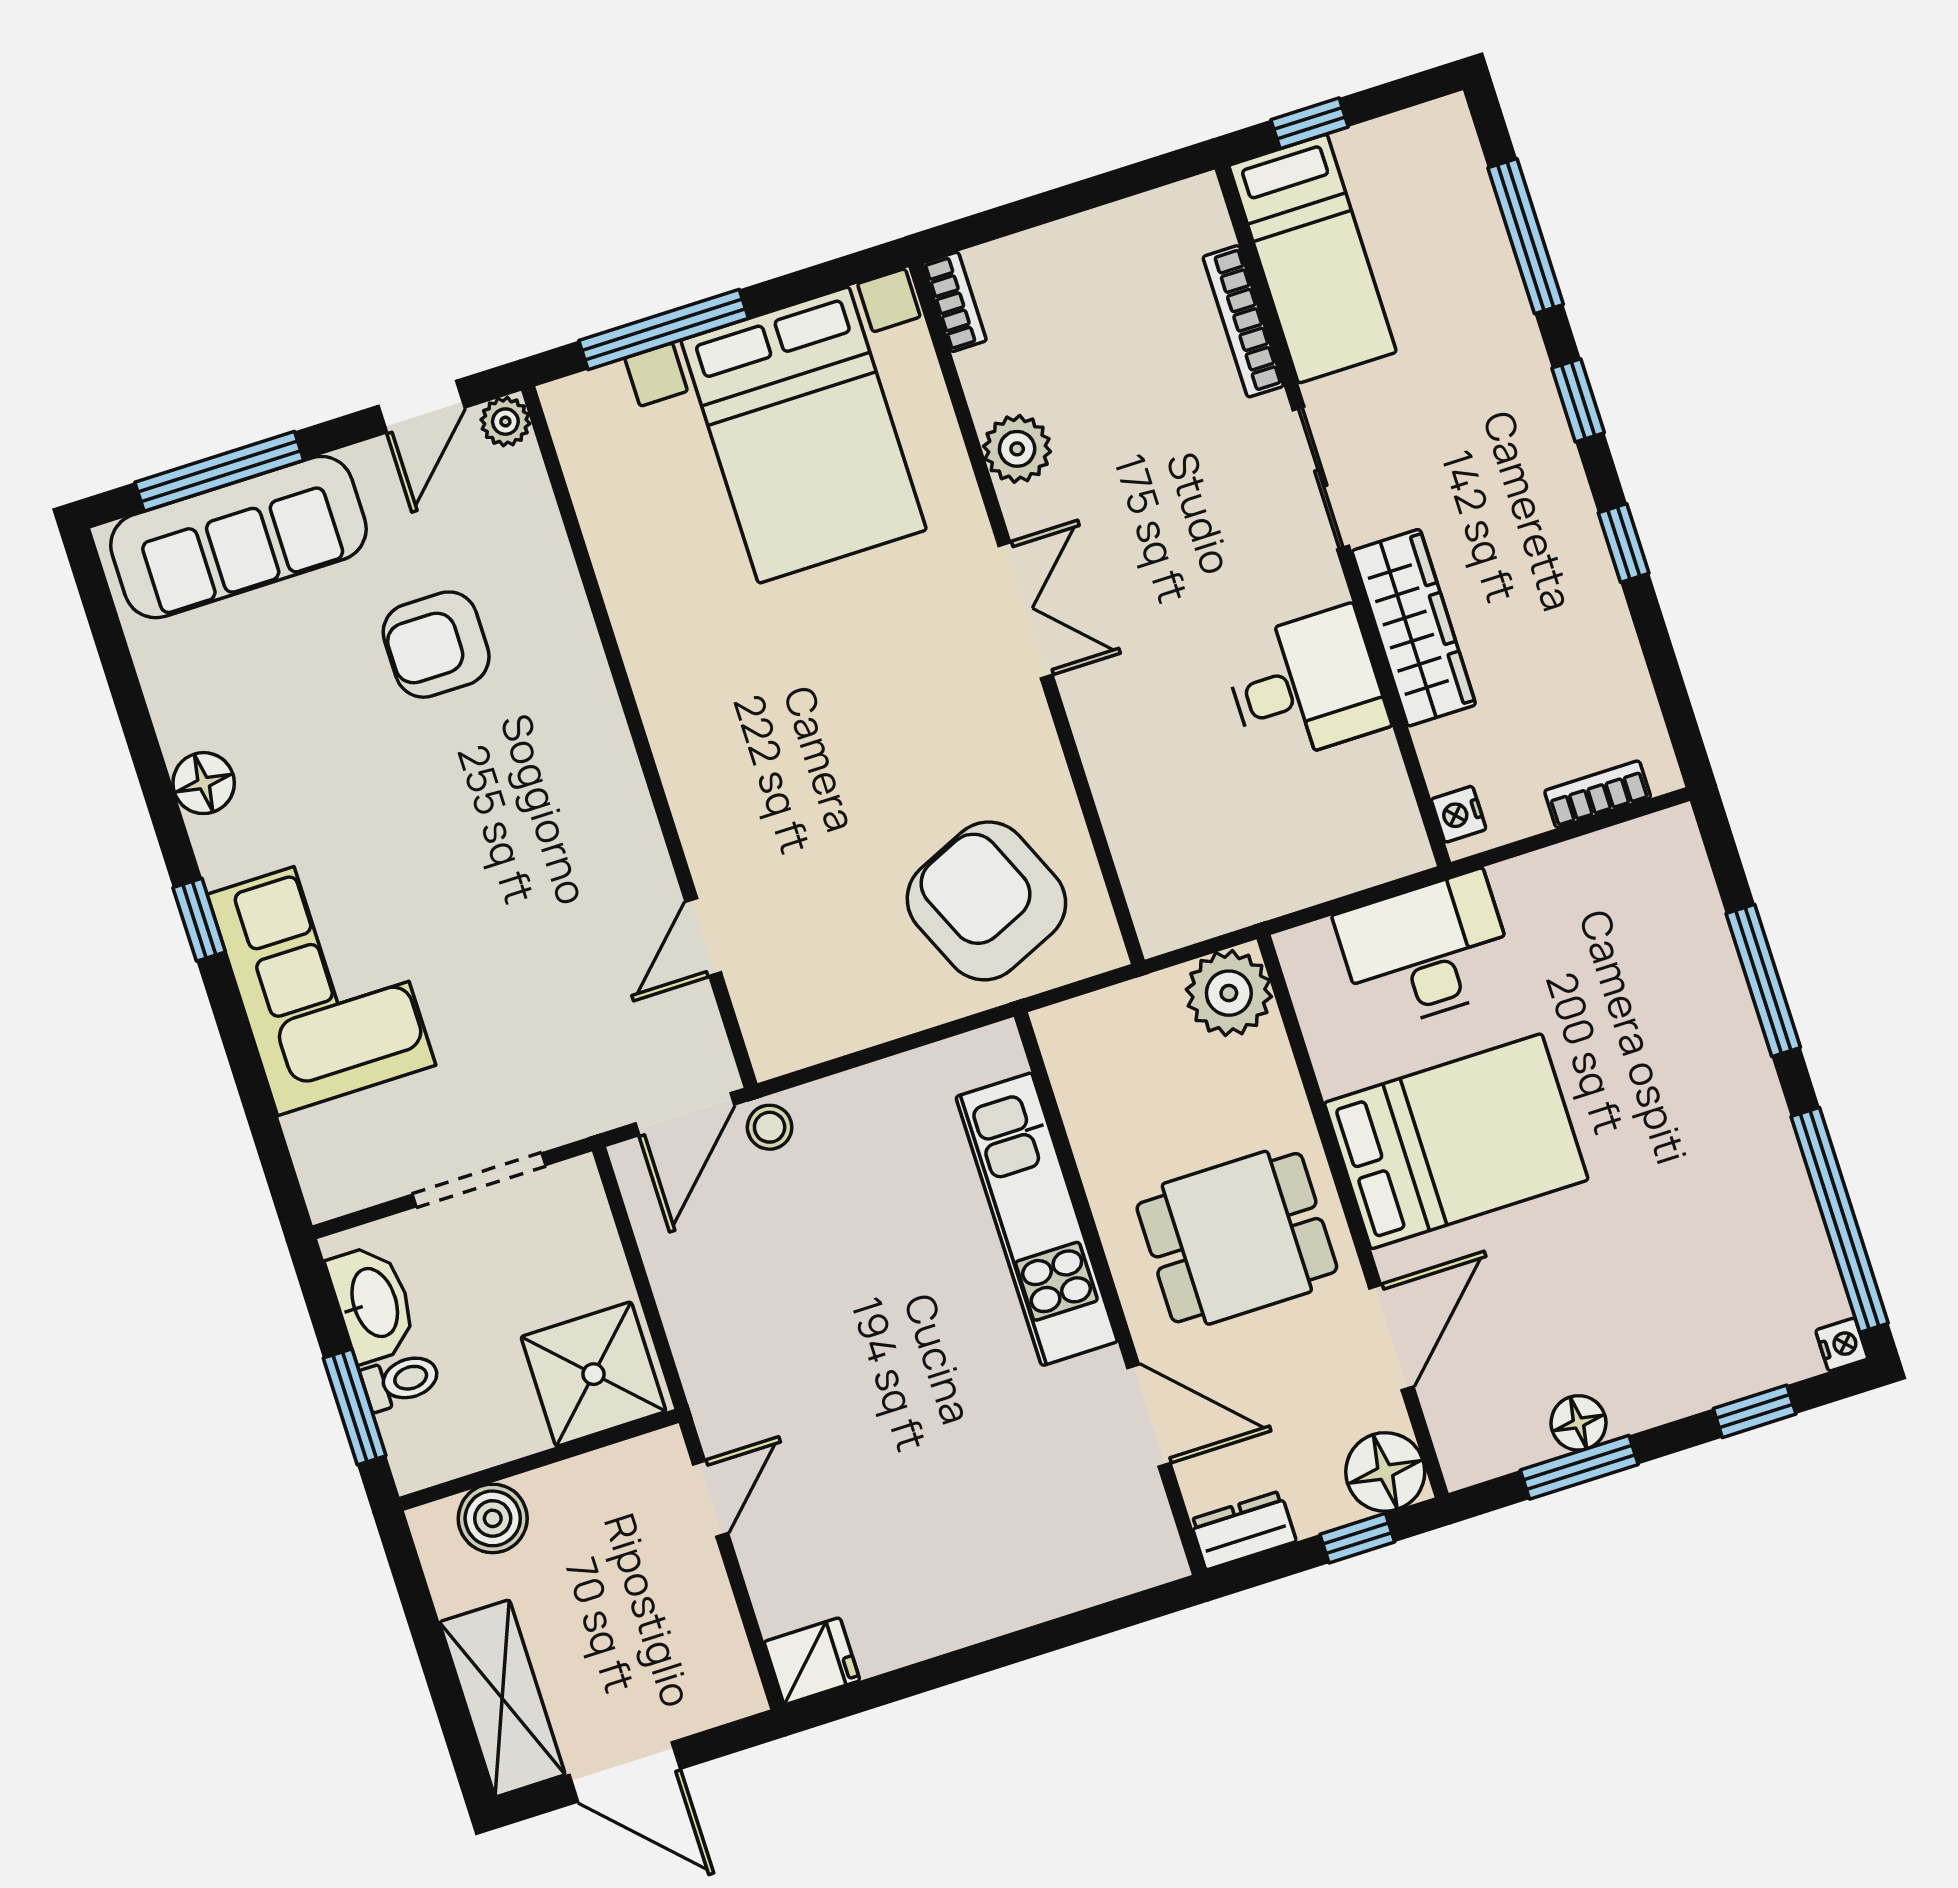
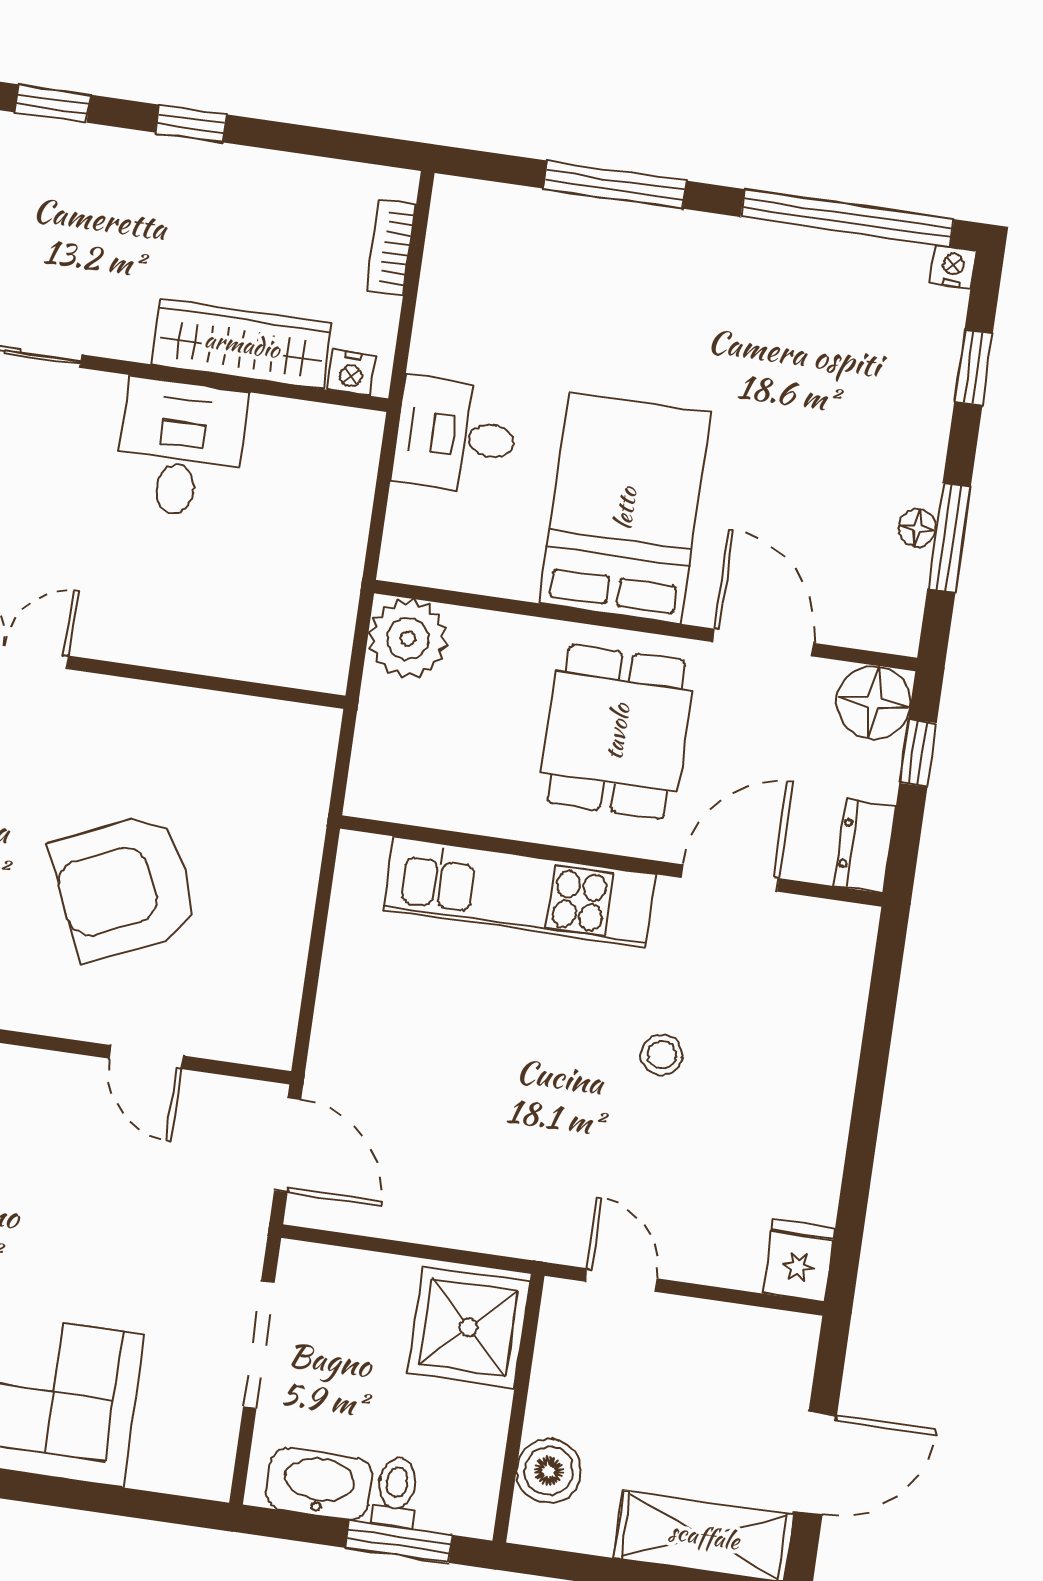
wardrobe: (1414, 628) -> (242, 344), moved
armchair: (986, 901) -> (125, 887), moved
desk: (1426, 951) -> (455, 436), width x0.73
stool: (770, 1127) -> (662, 1055), moved
floor lamp: (1579, 1423) -> (917, 528), width x0.73, depth x0.73

